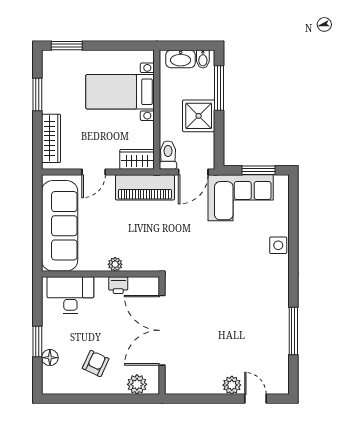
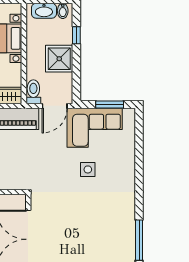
window: (219, 88) -> (76, 35), width x0.46
side table: (278, 245) -> (88, 169), moved

